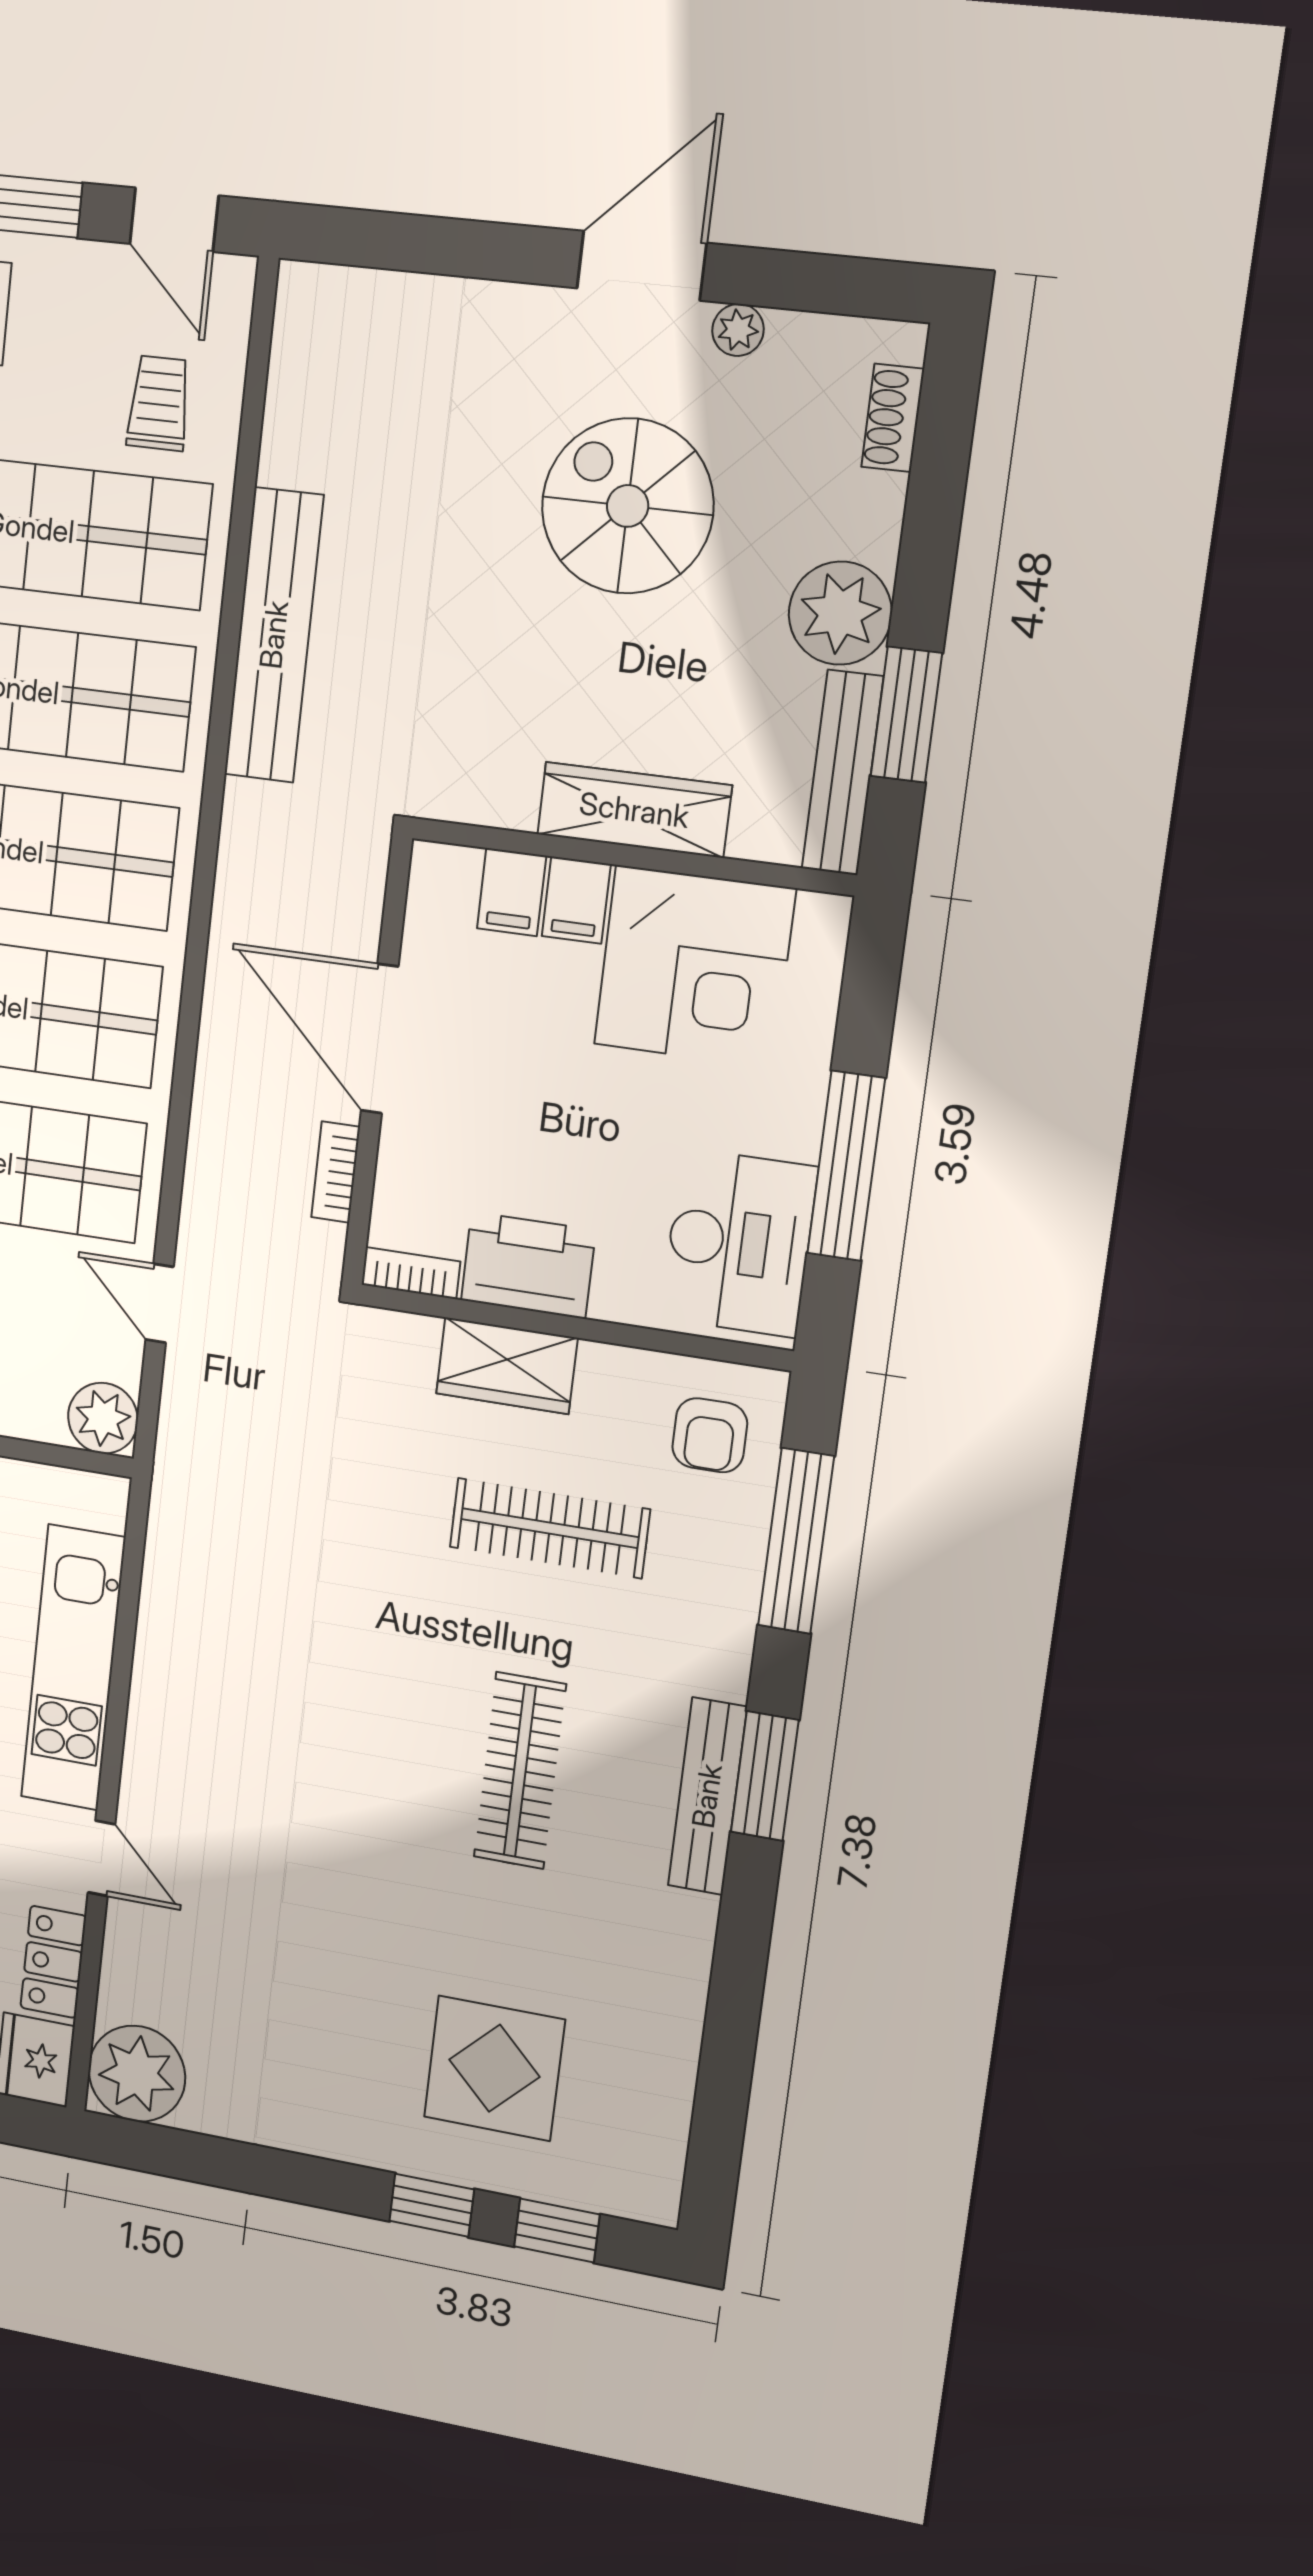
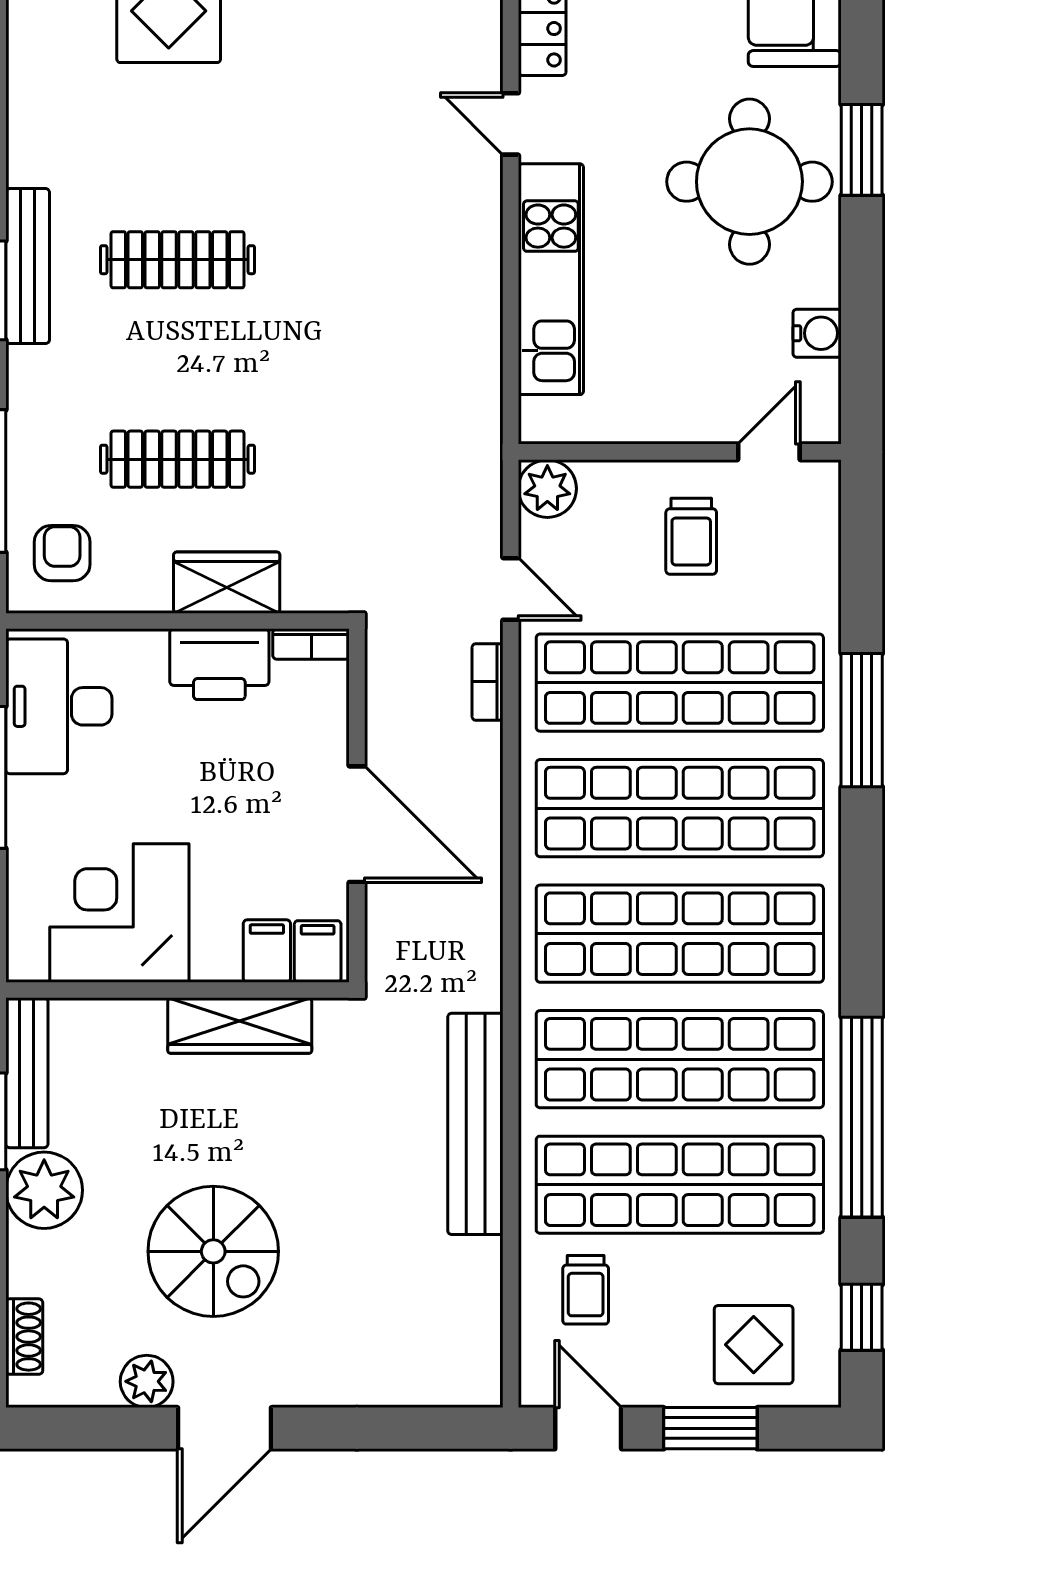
plant: (738, 330) -> (147, 1381), width x1.38, depth x1.38
wardrobe: (634, 810) -> (240, 1026), moved
filing cabinet: (576, 900) -> (318, 951), moved
bookcase: (336, 1172) -> (488, 682), moved, turned 180
clothes rail: (520, 1771) -> (178, 260), turned 90

